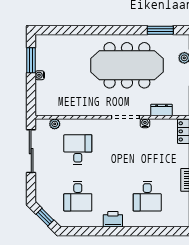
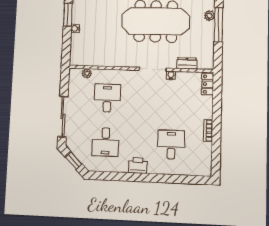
sliding door: (31, 151) -> (63, 116), moved
desk: (147, 196) -> (171, 145), turned 180

